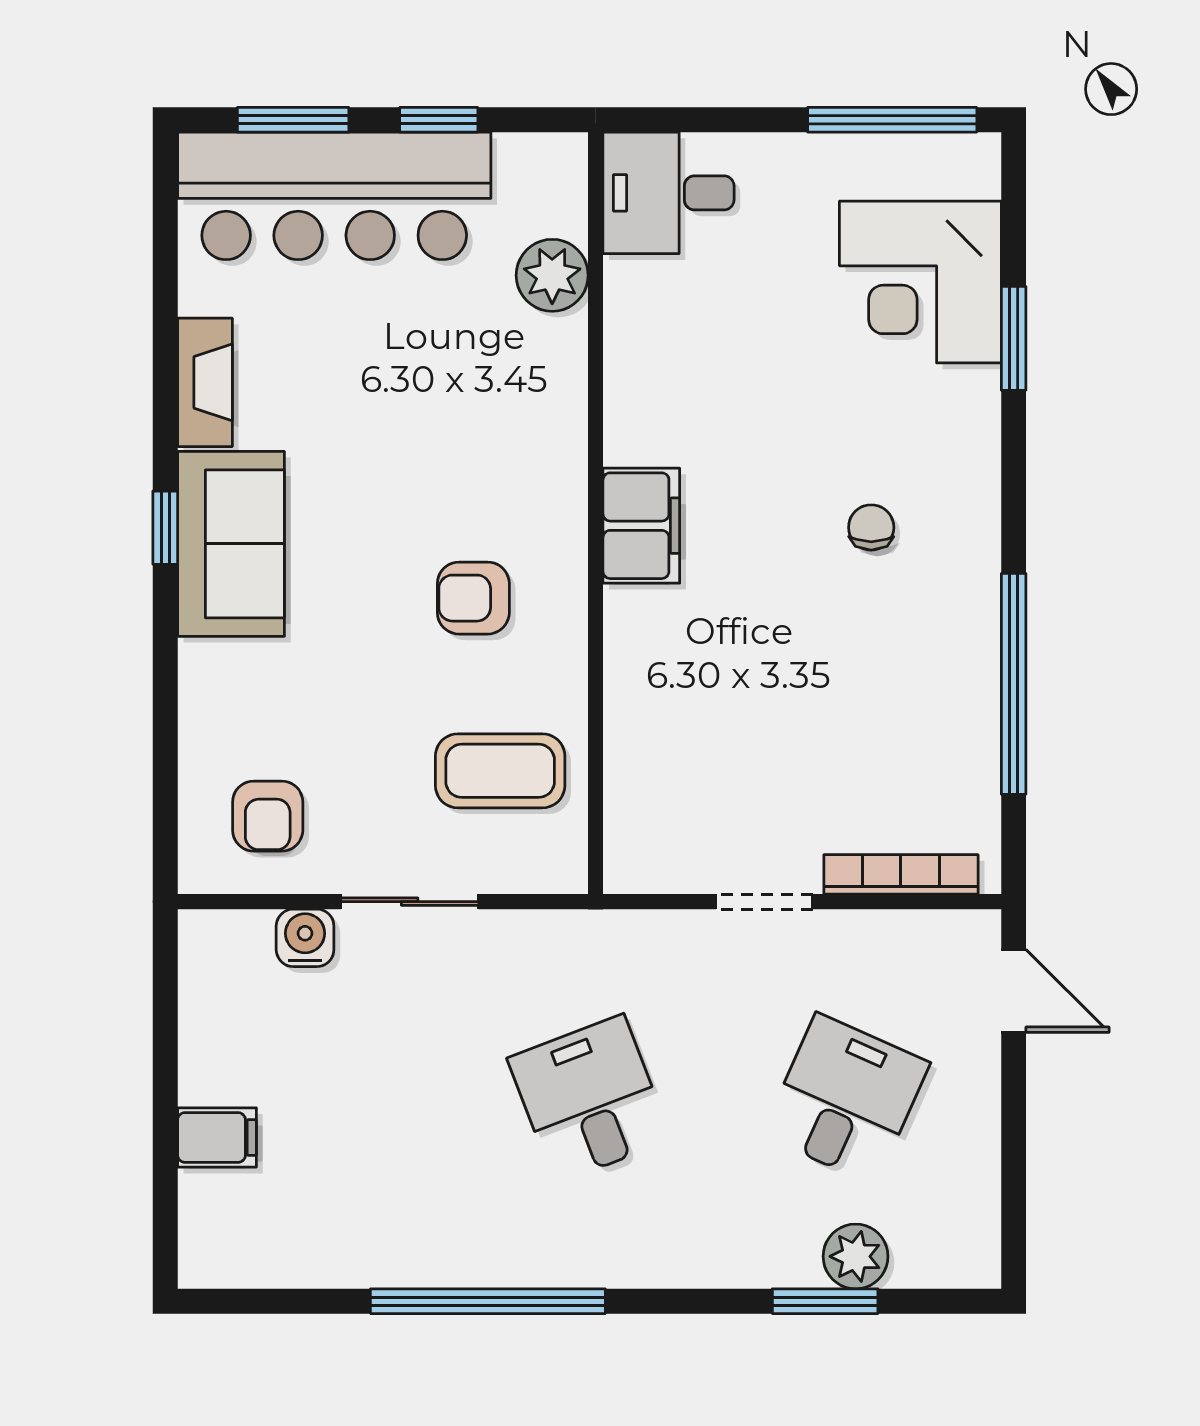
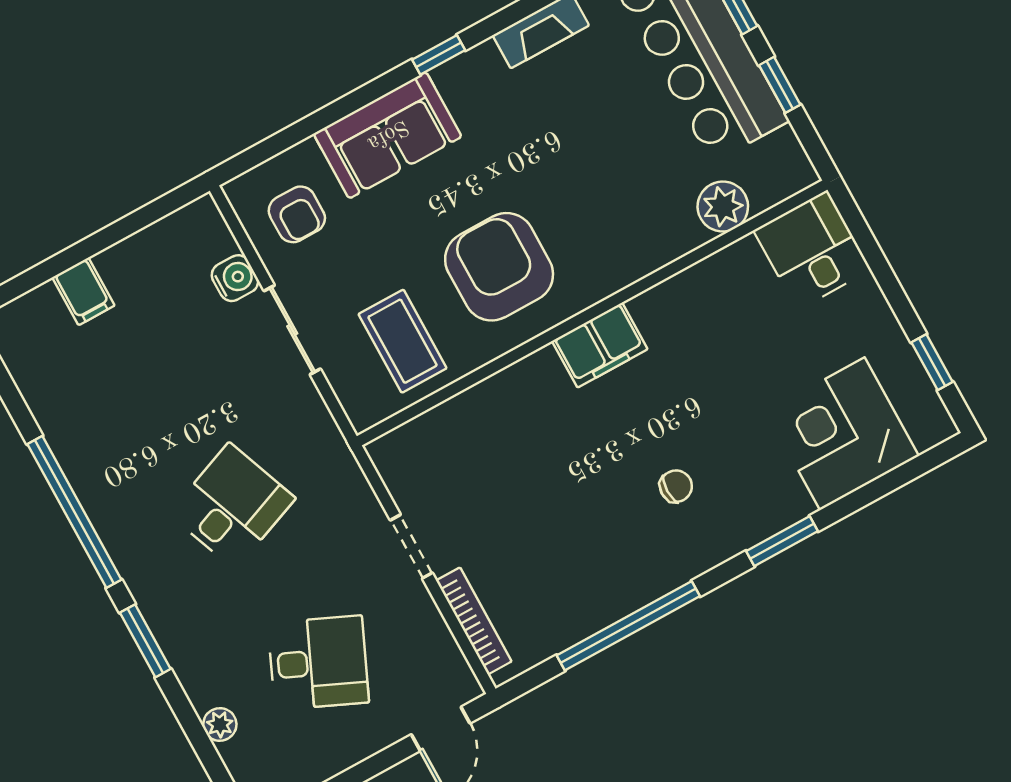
window: (892, 120) -> (932, 362), width x0.46
window: (1014, 338) -> (782, 541), moved
sofa: (231, 544) -> (388, 135), moved
armchair: (473, 598) -> (499, 267), width x1.88, depth x1.88
armchair: (268, 816) -> (297, 214), turned -90
plant: (856, 1256) -> (220, 724), width x0.73, depth x0.73
window: (825, 1301) -> (145, 641), moved

